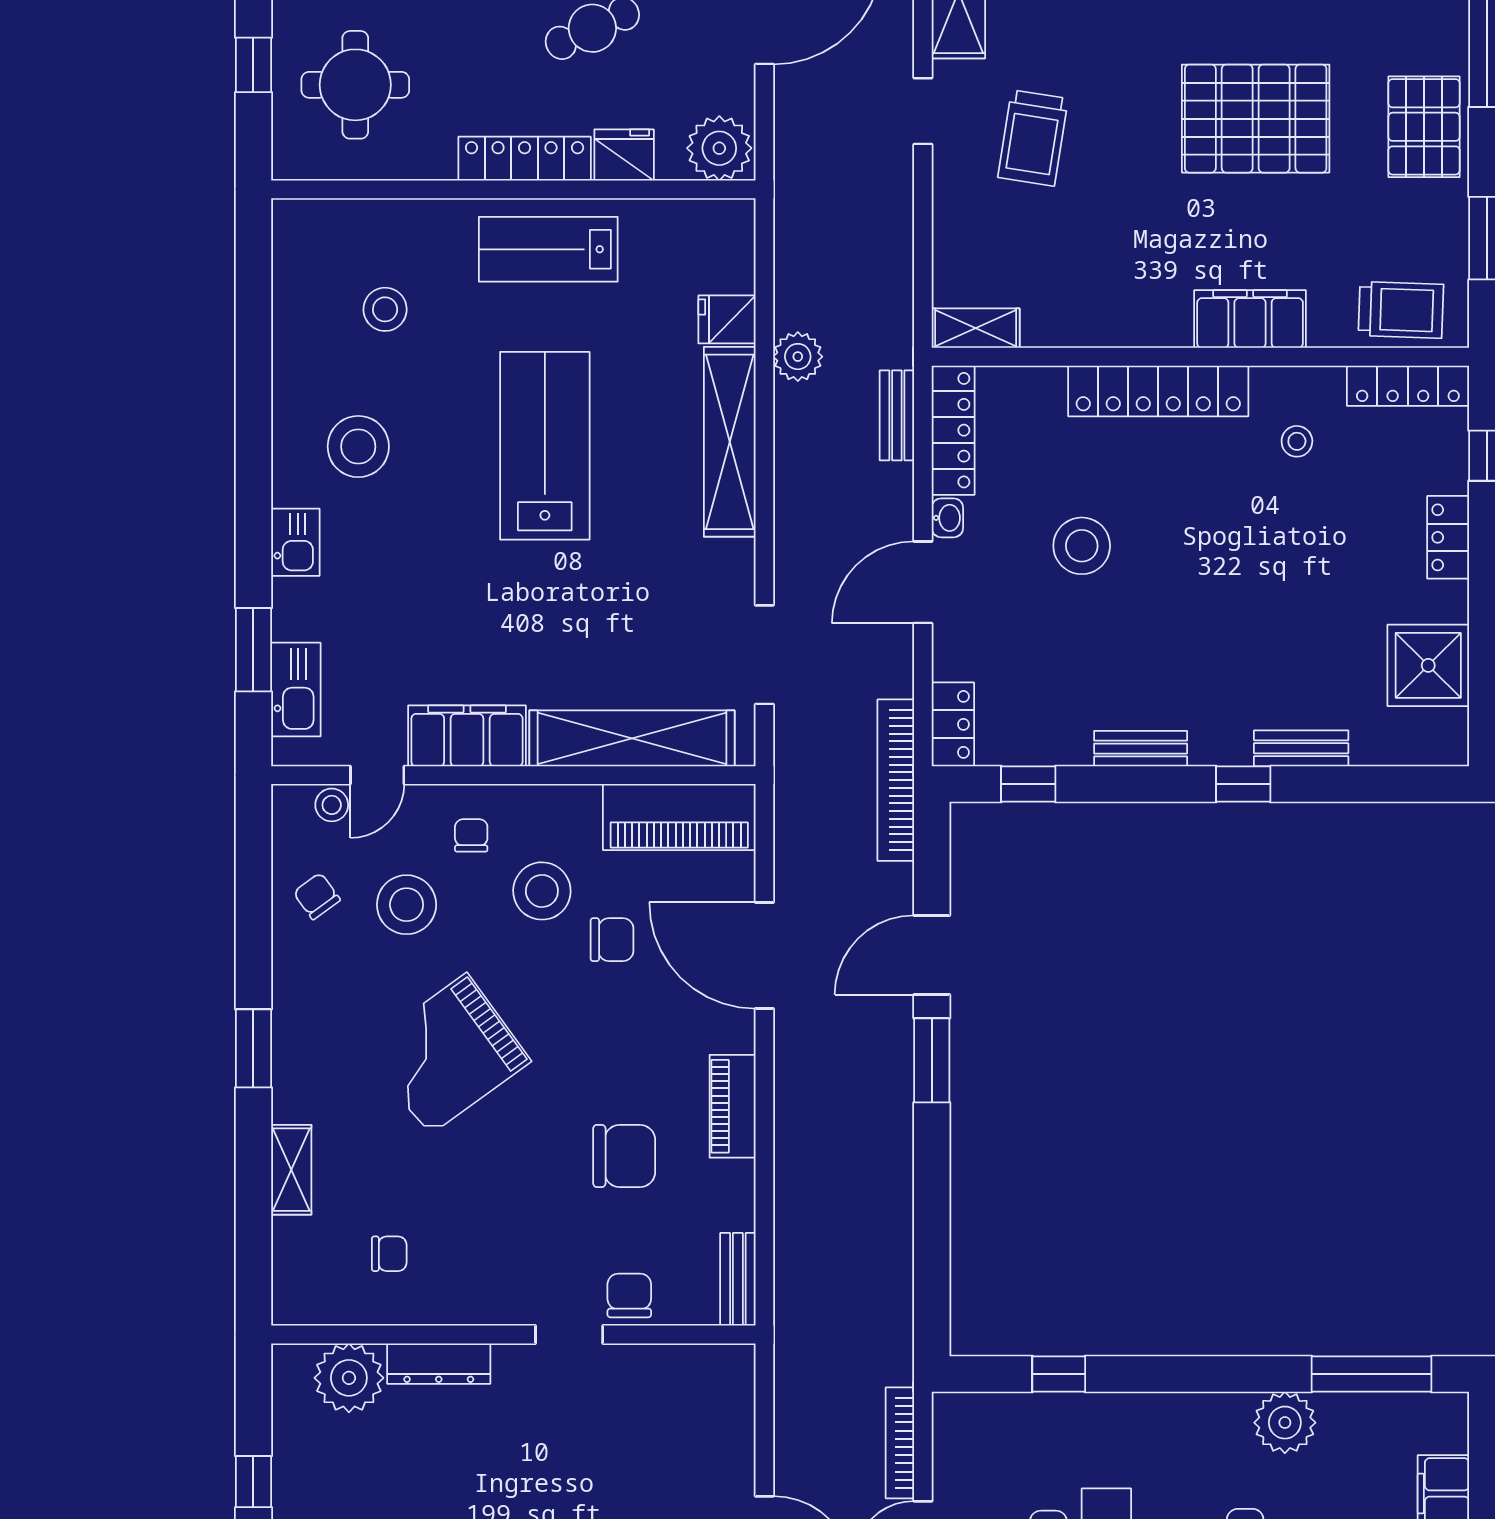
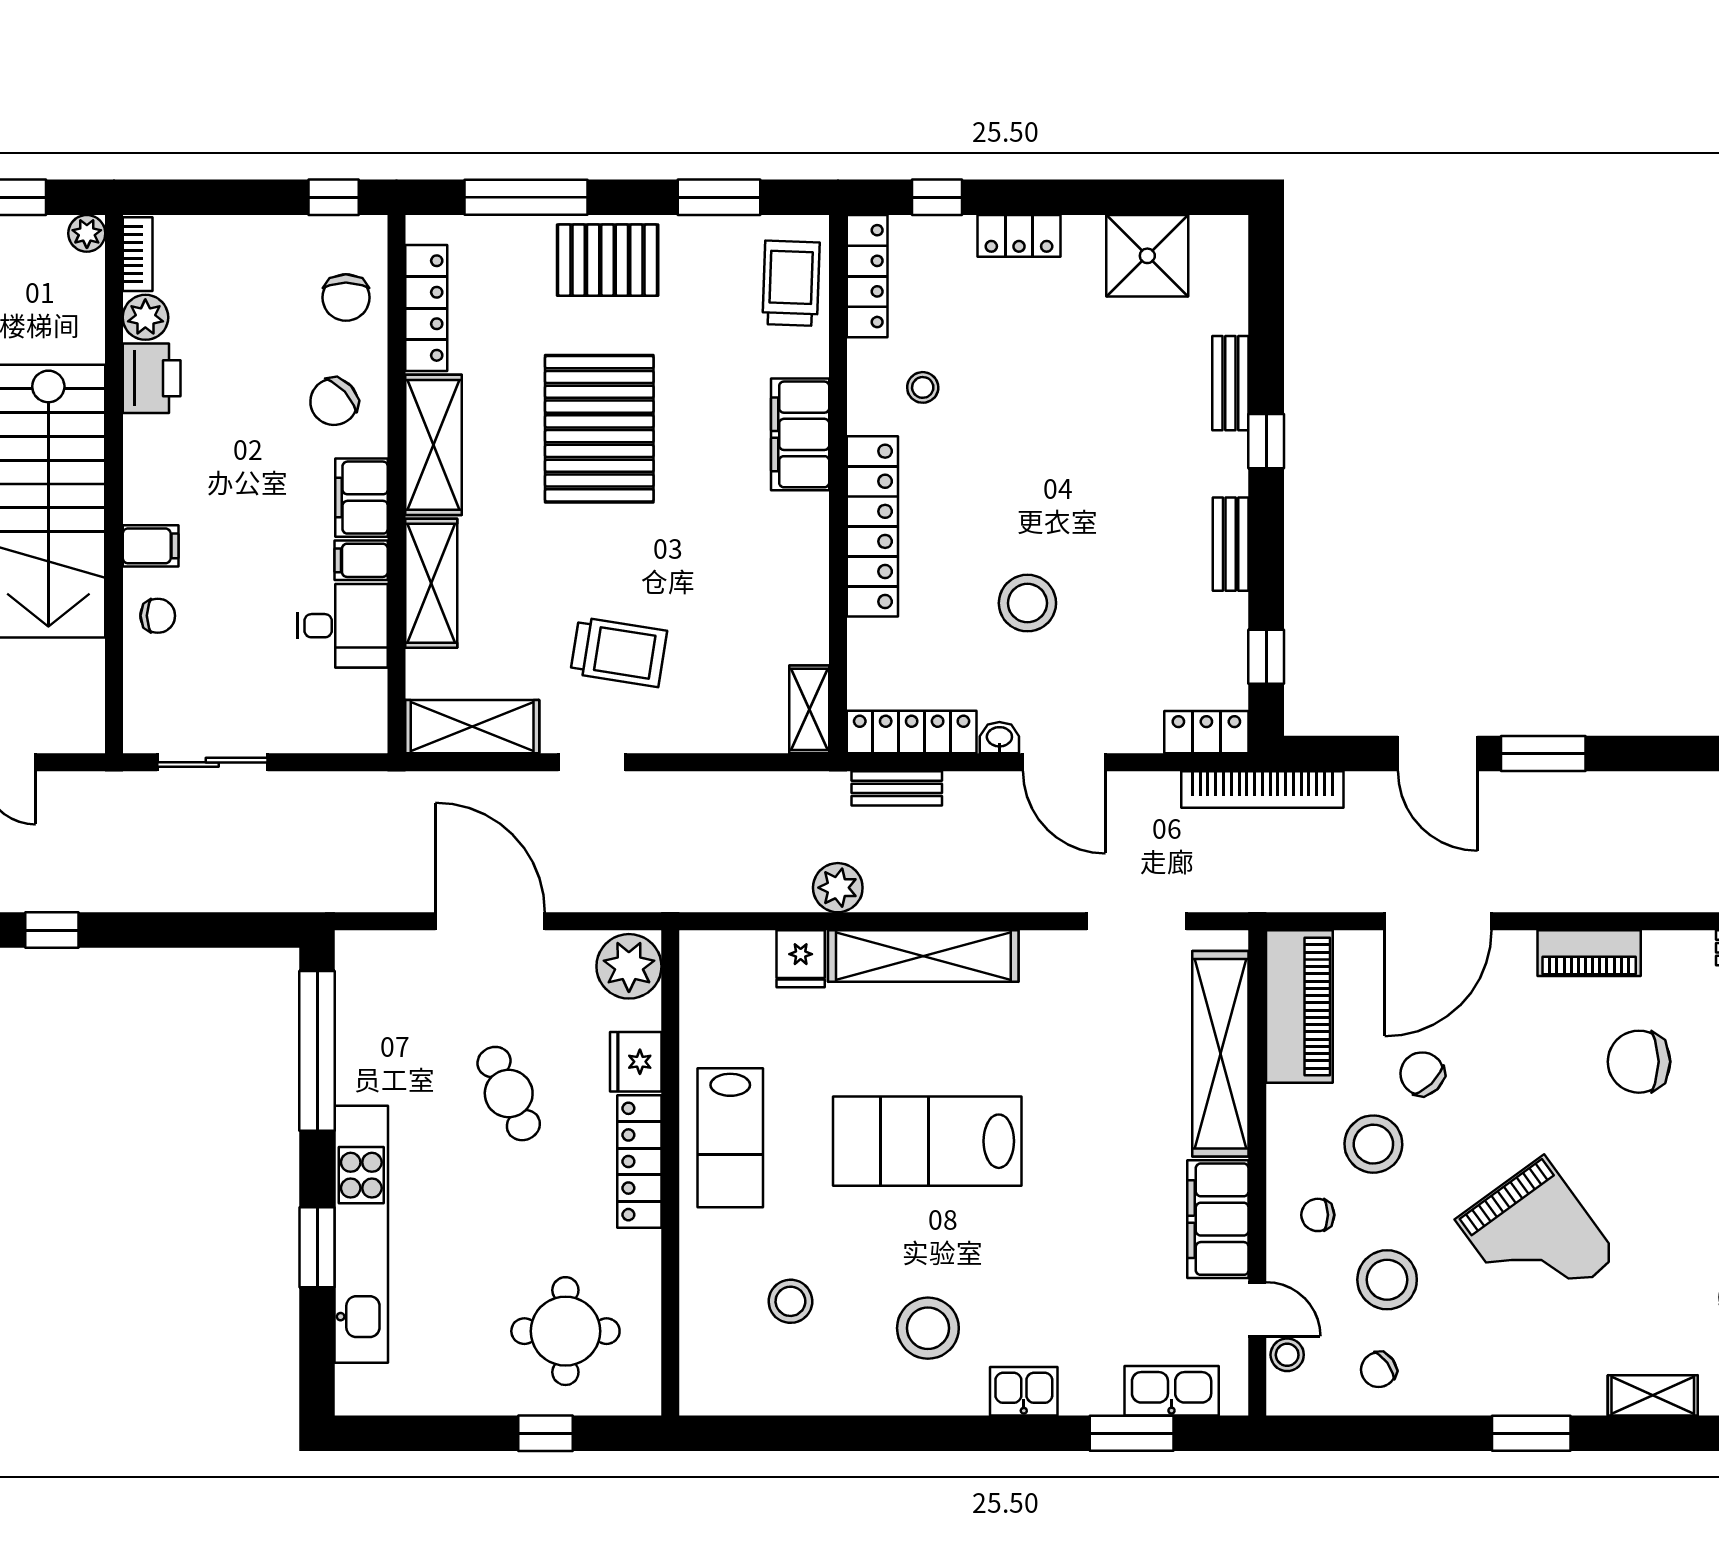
chair: (612, 940) -> (1422, 1074), turned -44
chair: (624, 1156) -> (1639, 1062), turned -90

